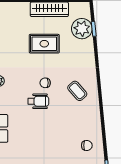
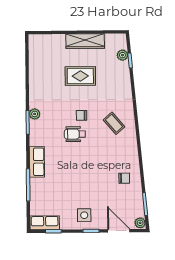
plant: (82, 29) -> (122, 55), width x0.53, depth x0.53
wheelchair: (38, 101) -> (75, 134), turned 180

